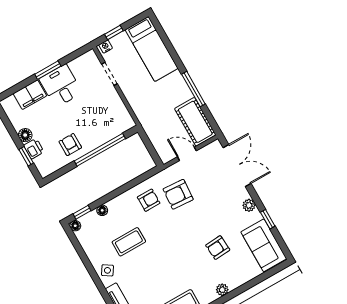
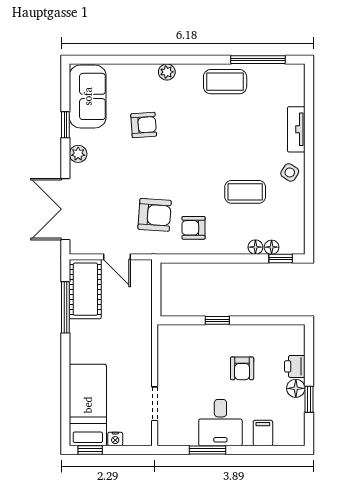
window: (114, 33) -> (90, 450), moved
nightstand: (106, 46) -> (115, 439), moved
window: (48, 70) -> (207, 450), moved
window: (193, 89) -> (65, 307), moved
filing cabinet: (30, 95) -> (263, 433), width x0.50
armchair: (70, 145) -> (242, 368), moved
window: (100, 150) -> (217, 320), width x0.32
window: (26, 156) -> (309, 399), moved
floor lamp: (75, 226) -> (272, 247), moved

